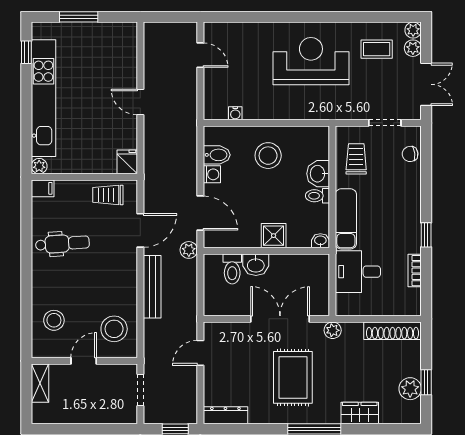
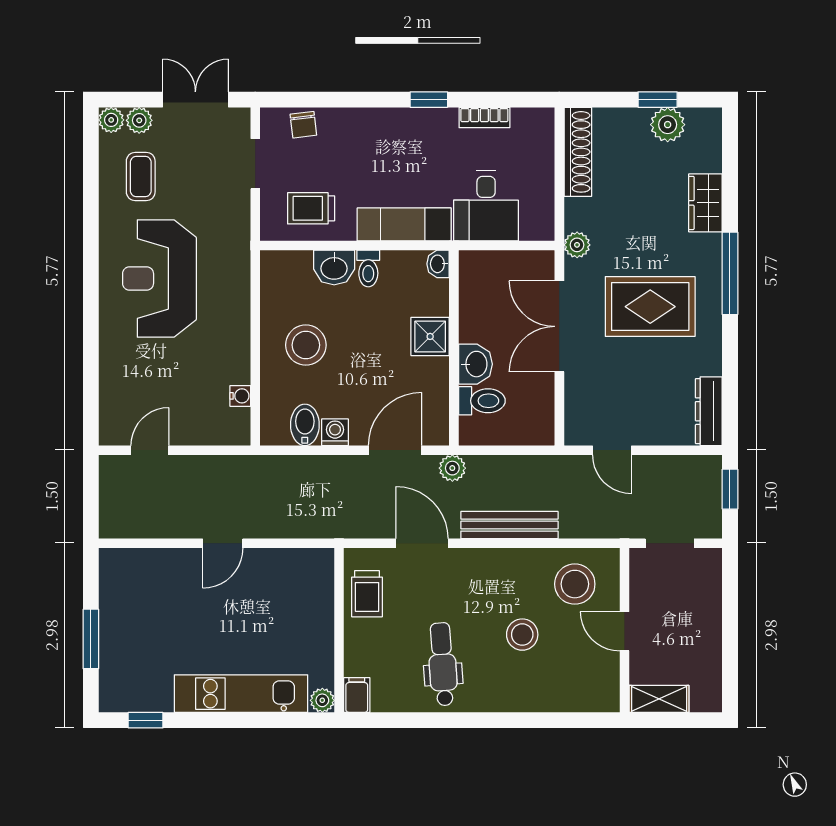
kitchen unit: (43, 98) -> (241, 694), width x0.73
fridge: (127, 162) -> (316, 564), removed
stool: (54, 320) -> (522, 635), moved

